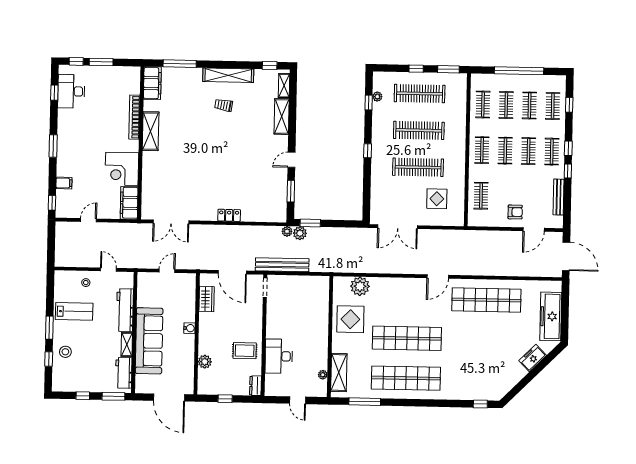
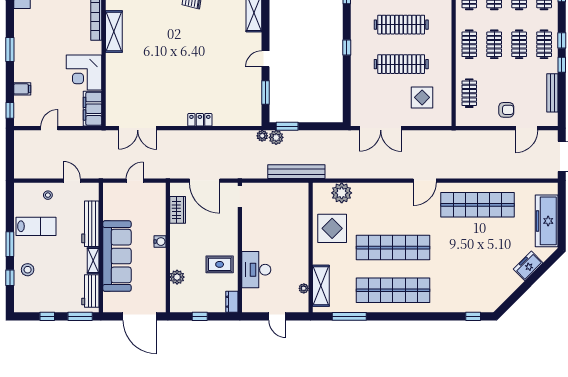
bench: (282, 265) -> (296, 172), moved

